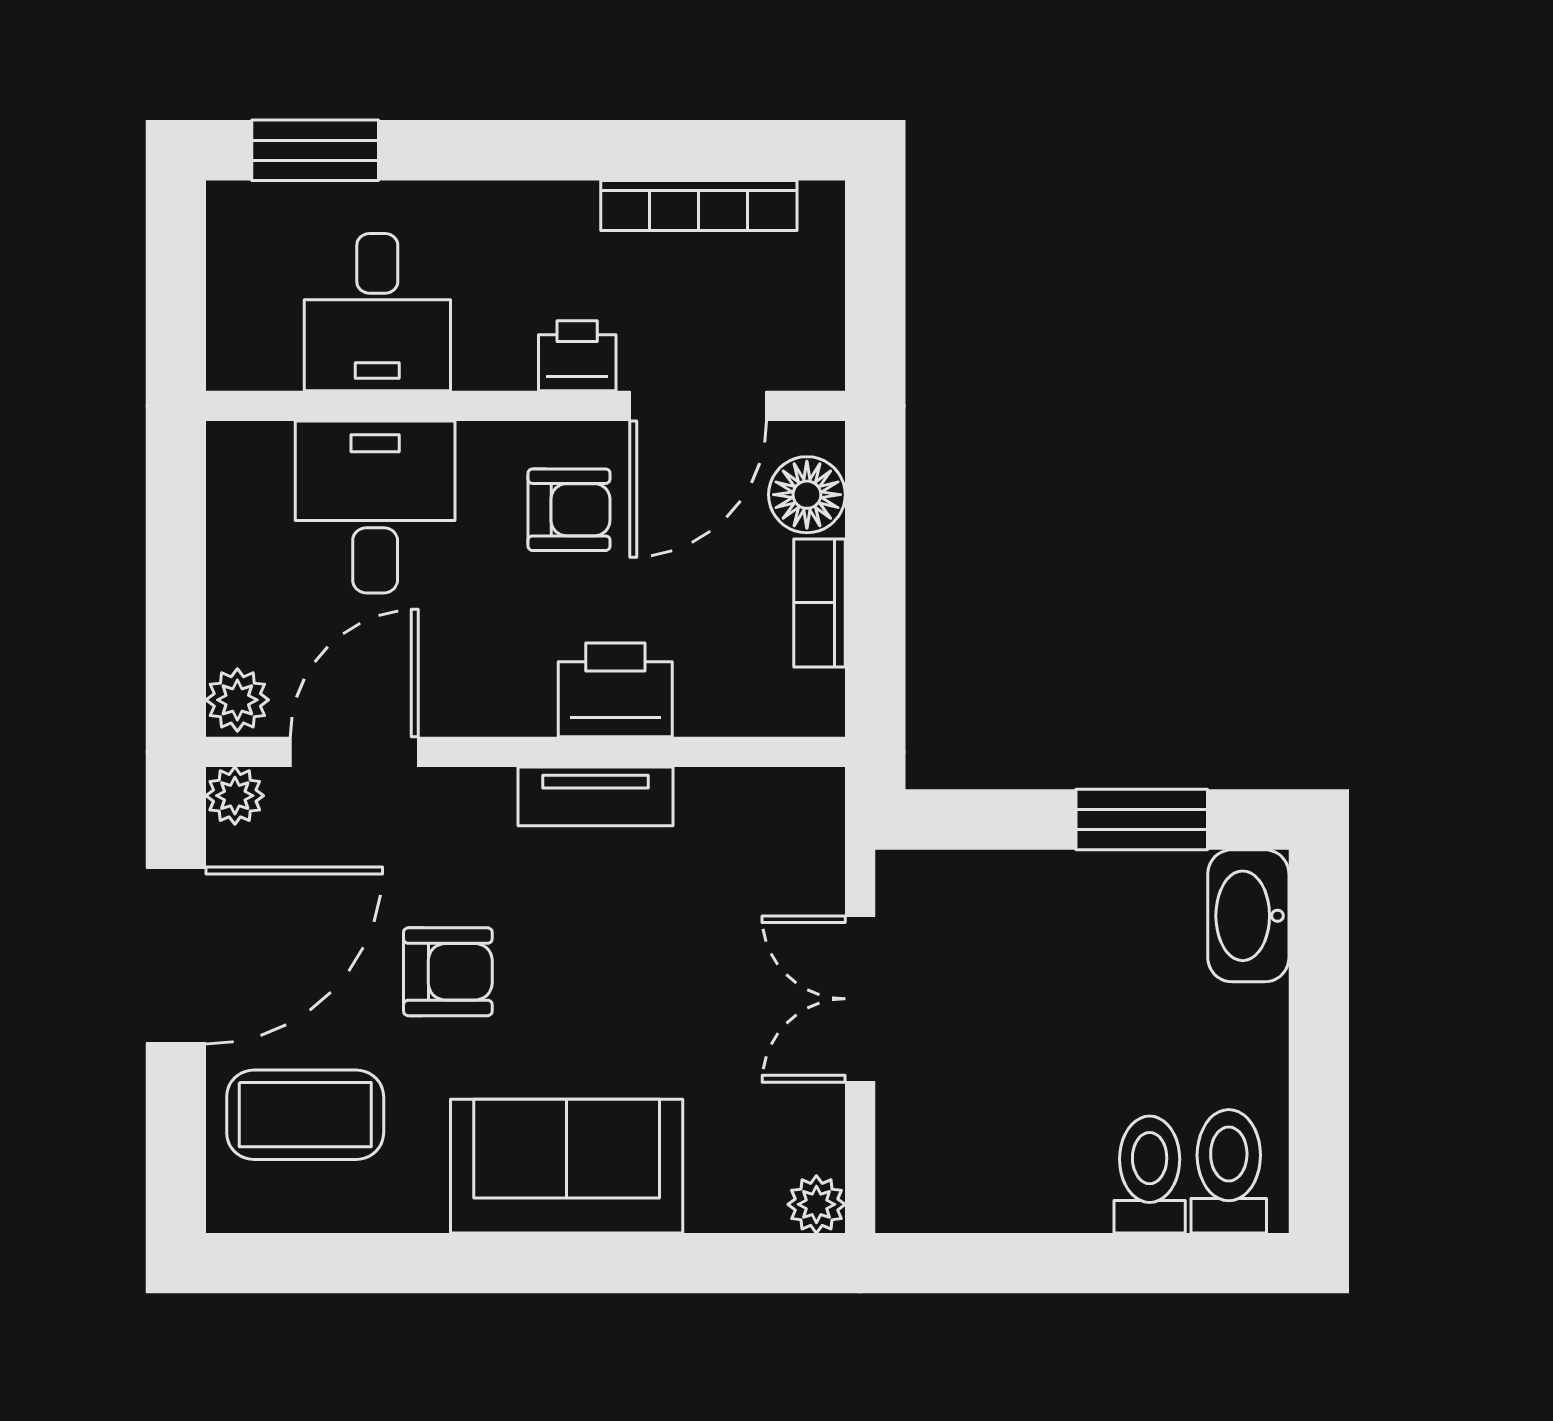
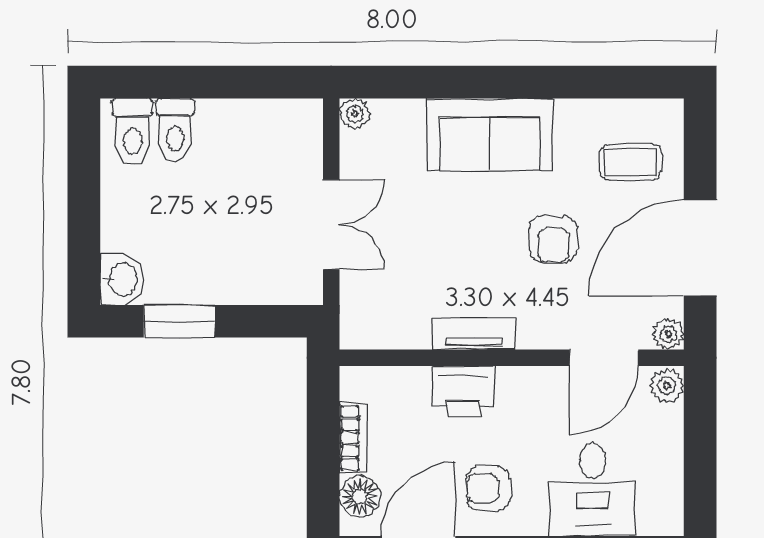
washbasin: (1248, 916) -> (122, 279), width x0.72
armchair: (448, 972) -> (553, 239), turned -90
coffee table: (305, 1115) -> (630, 162), width x0.73, depth x0.77

